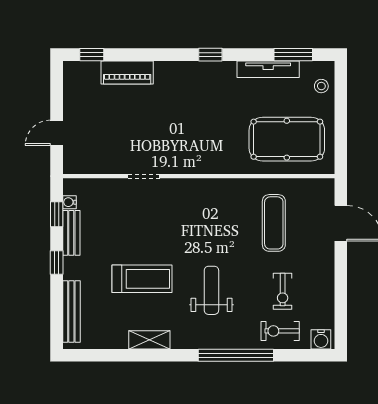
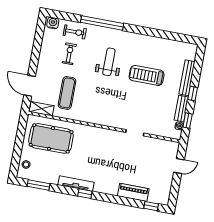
tv unit: (268, 69) -> (76, 184), moved
weight bench: (211, 290) -> (109, 62), turned 180
bench: (71, 312) -> (187, 78), moved
shelving: (149, 340) -> (42, 109), moved

